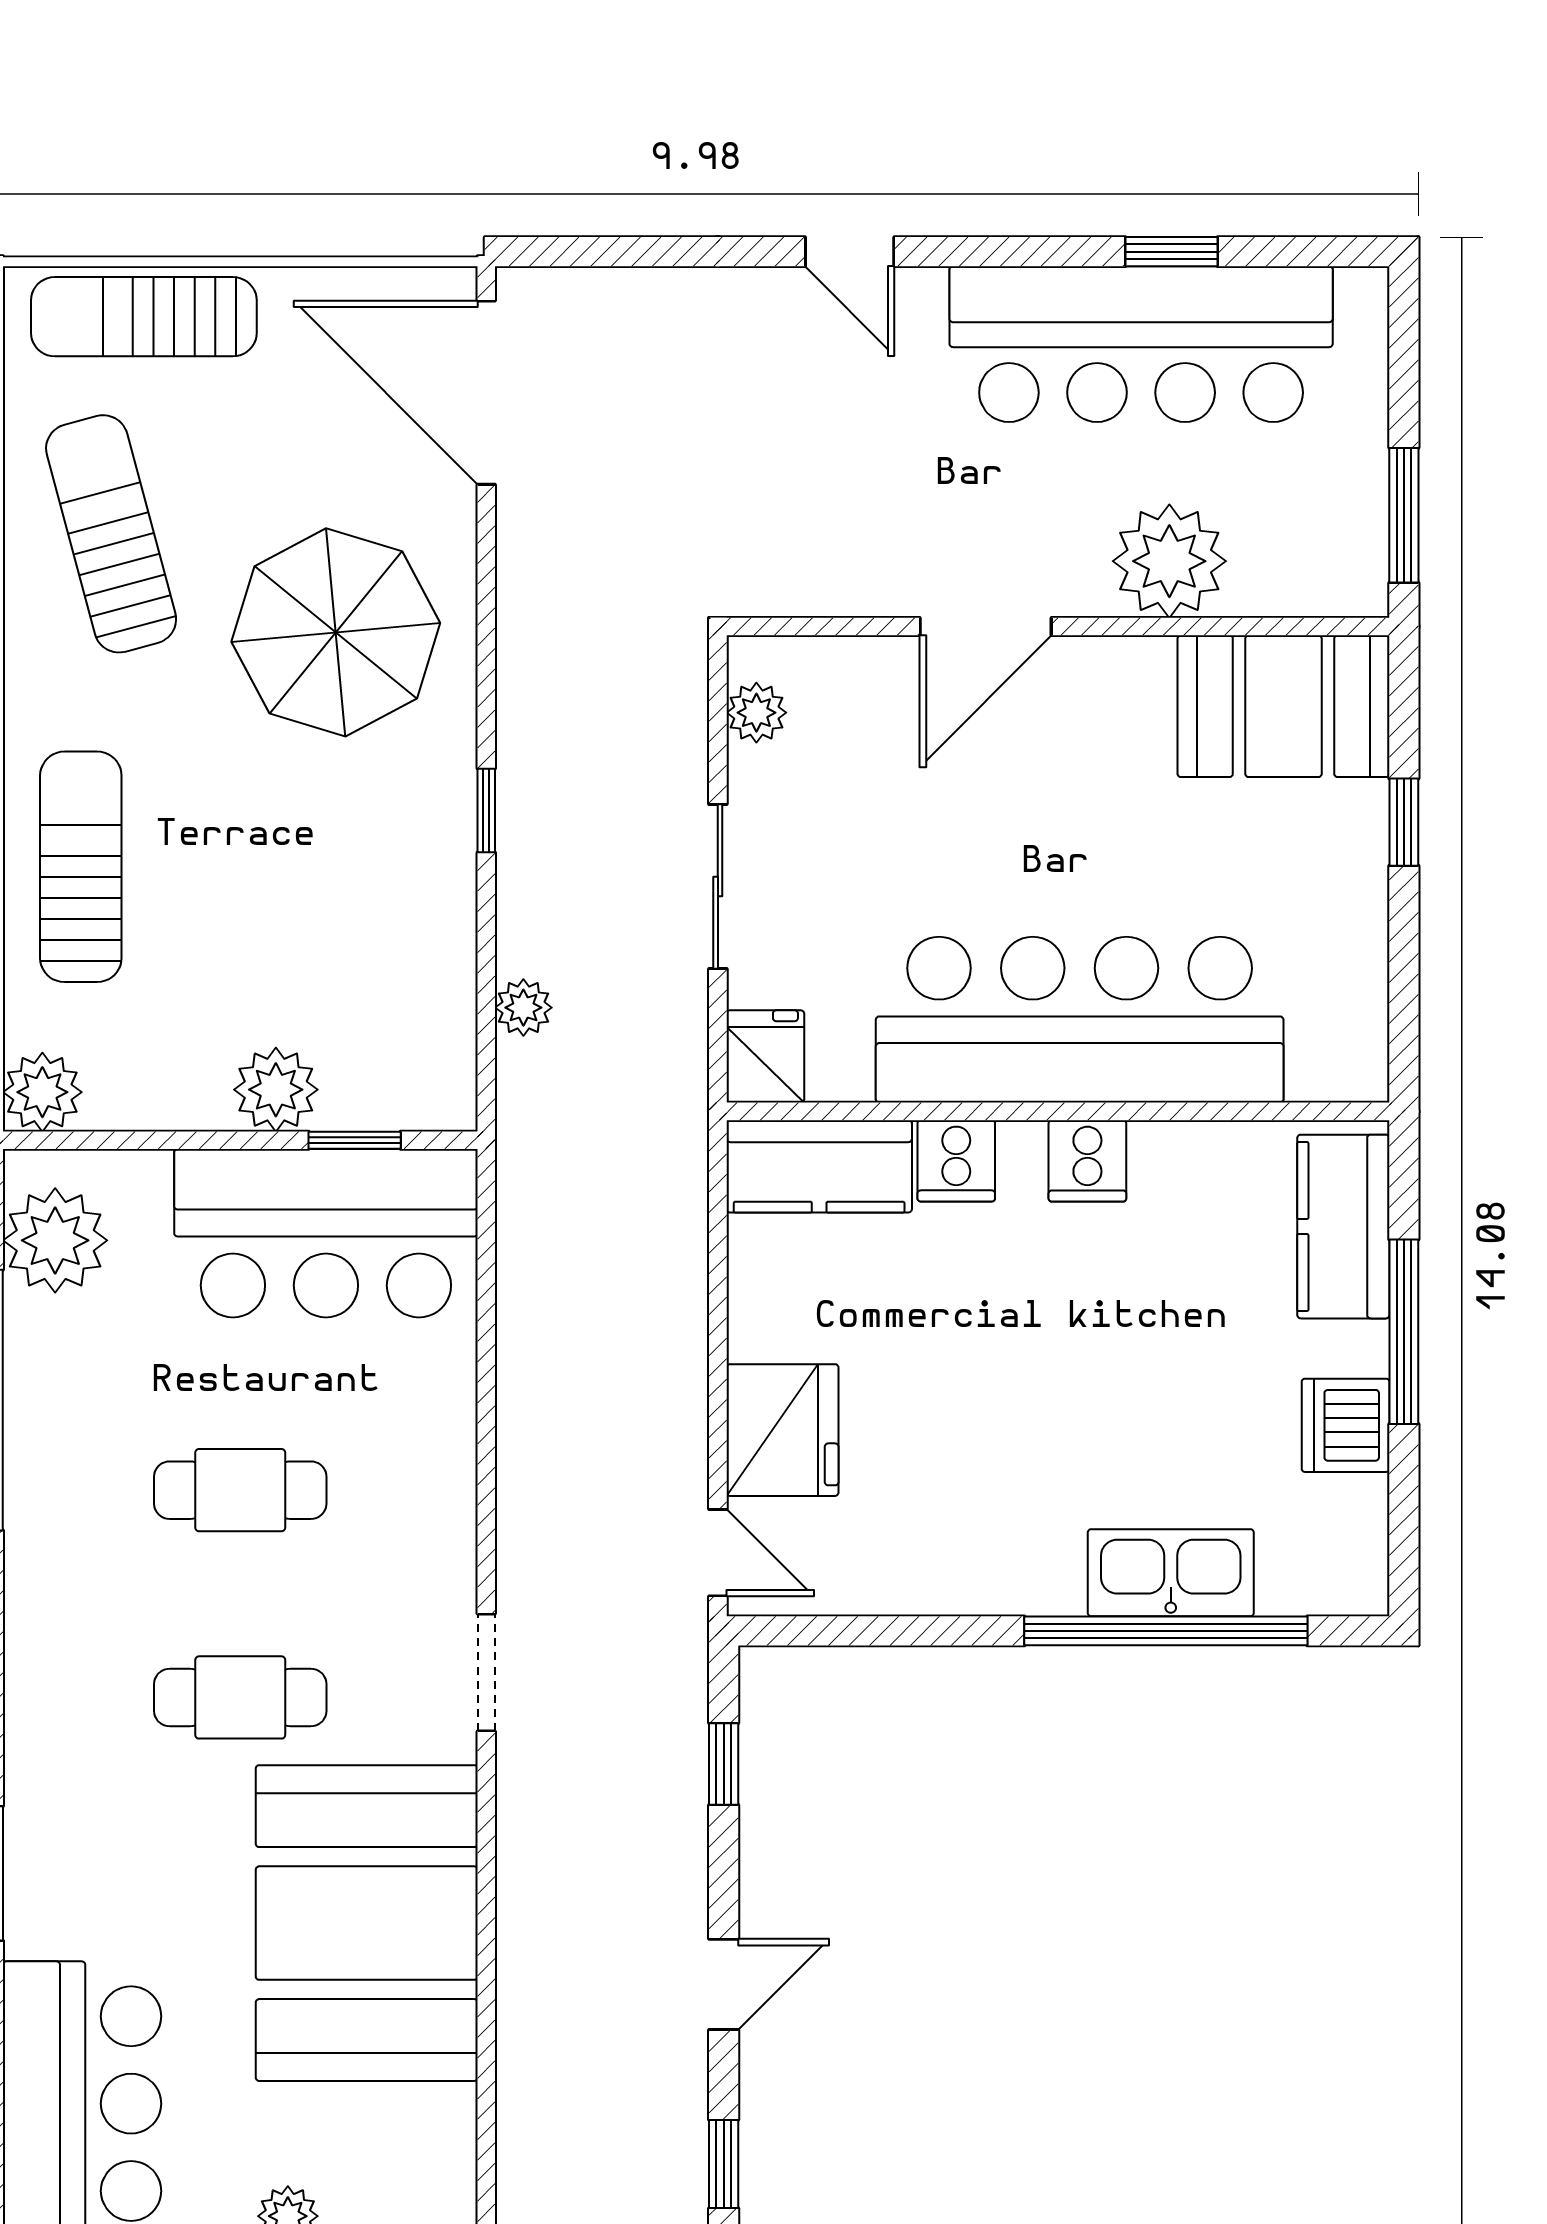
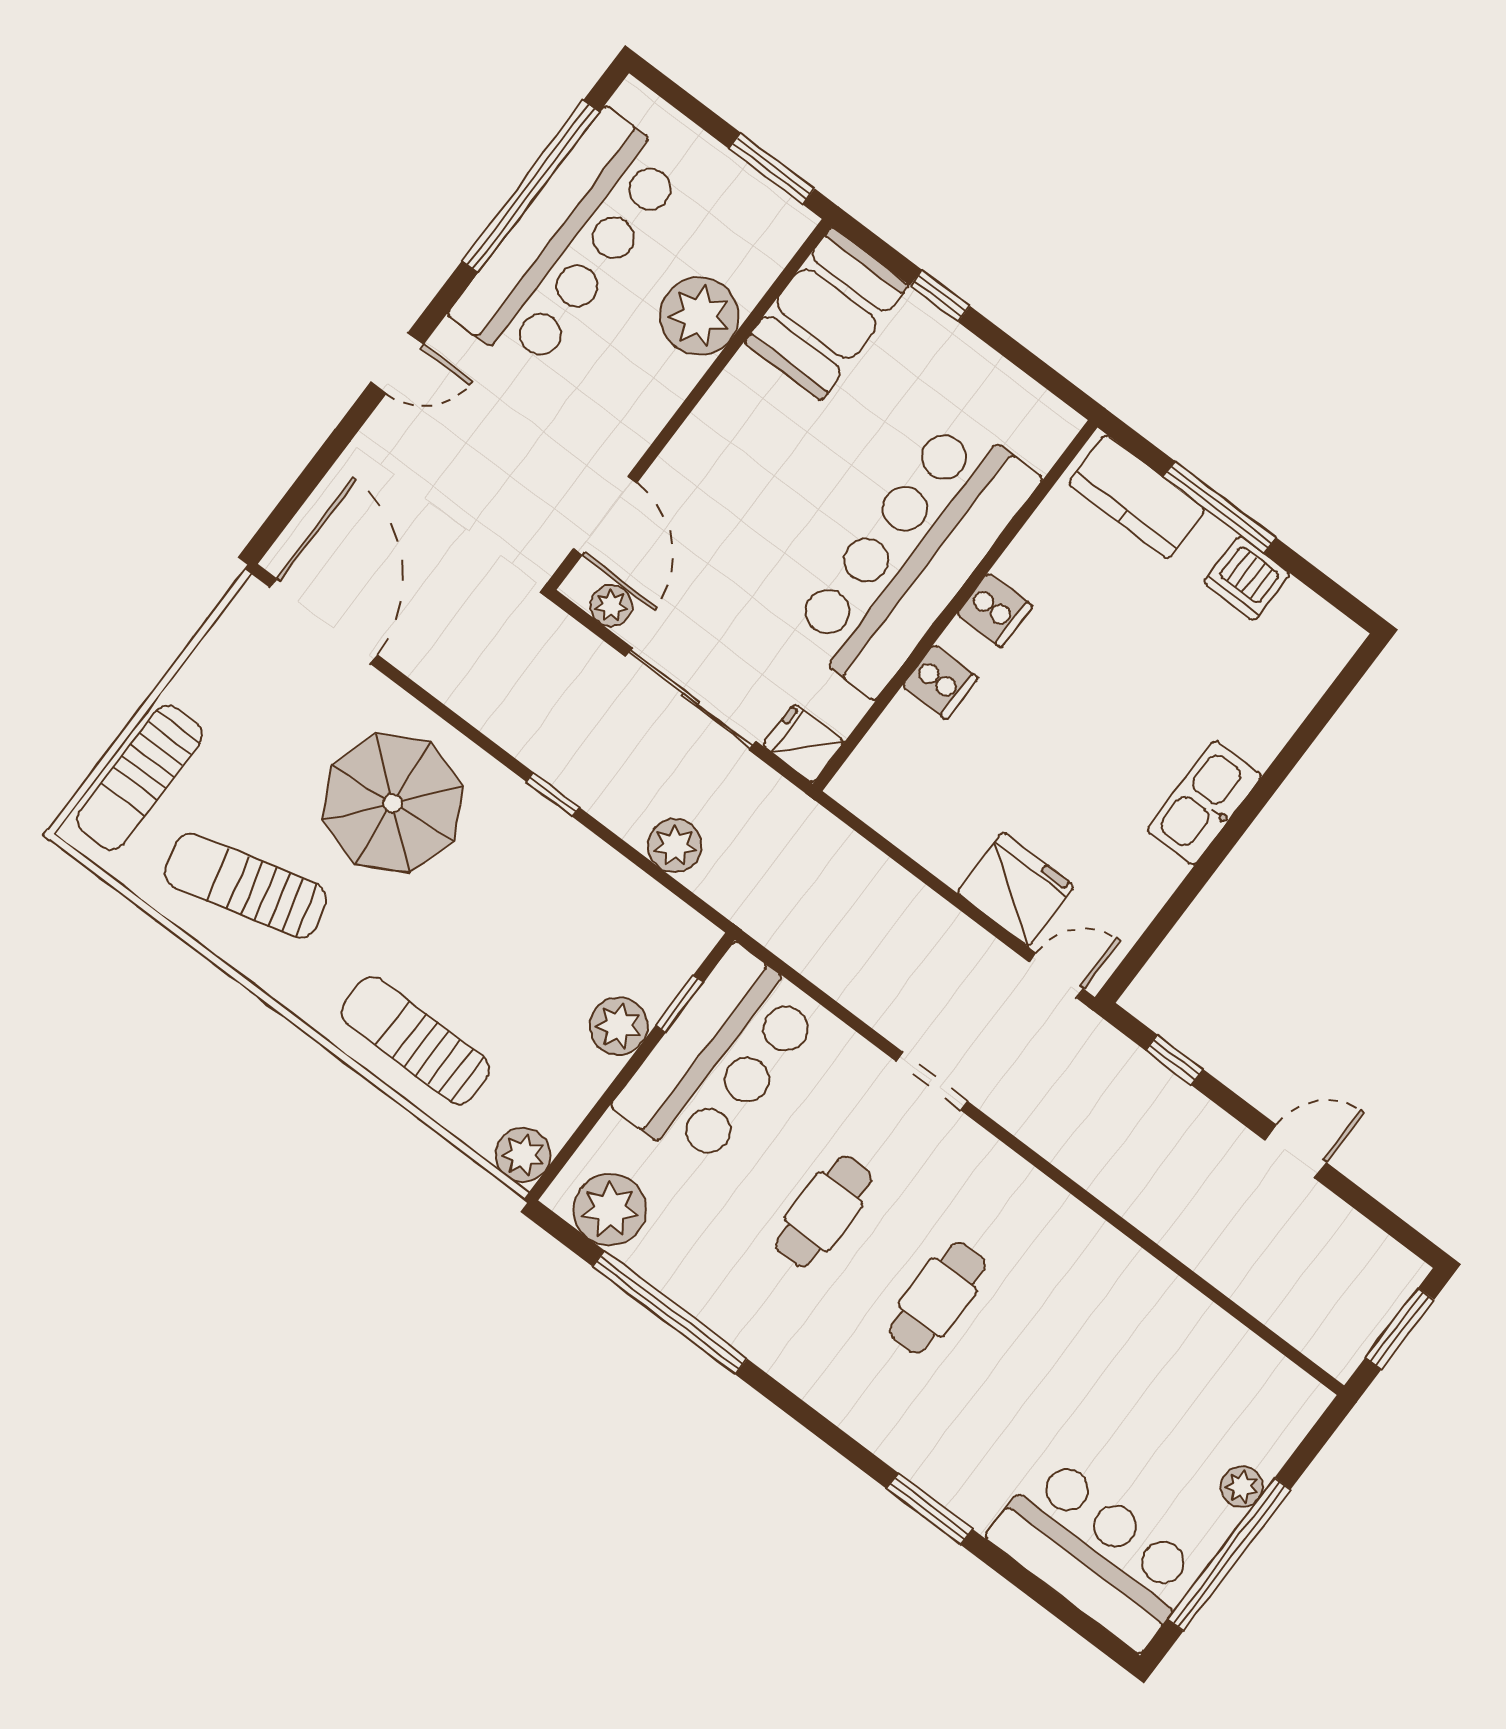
window: (1171, 252) -> (531, 187), width x3.17
door: (486, 393) -> (324, 621), swing flipped
door: (986, 627) -> (605, 516), moved
sliding door: (718, 886) -> (691, 699), width x1.37
plant: (523, 1008) -> (675, 846), width x1.38, depth x1.38
kitchen counter: (819, 1166) -> (886, 760), removed
kitchen sink: (1171, 1573) -> (1204, 803), moved
window: (1166, 1631) -> (1285, 762), removed
doorway: (486, 1672) -> (932, 1081), moved
booth: (367, 1923) -> (1114, 1322), removed
door: (724, 1984) -> (1296, 1151), hinge flipped
window: (724, 2164) -> (1394, 1226), removed

